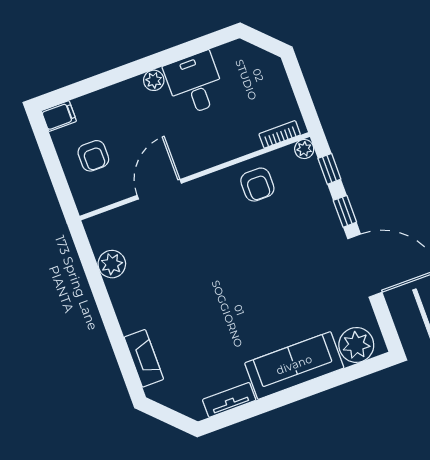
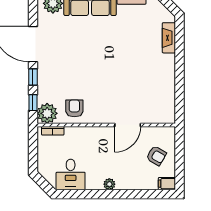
desk: (195, 83) -> (71, 174), moved
plant: (304, 149) -> (47, 113), width x1.87, depth x1.87
armchair: (93, 156) -> (156, 156), turned 120
plant: (112, 264) -> (168, 94), removed

